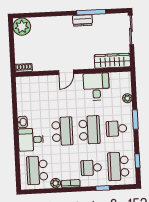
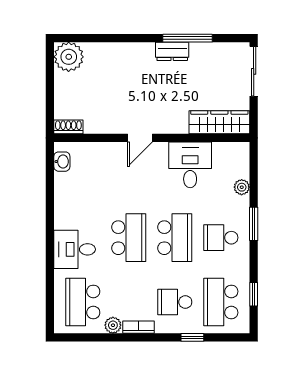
washbasin: (22, 122) -> (62, 162), moved

